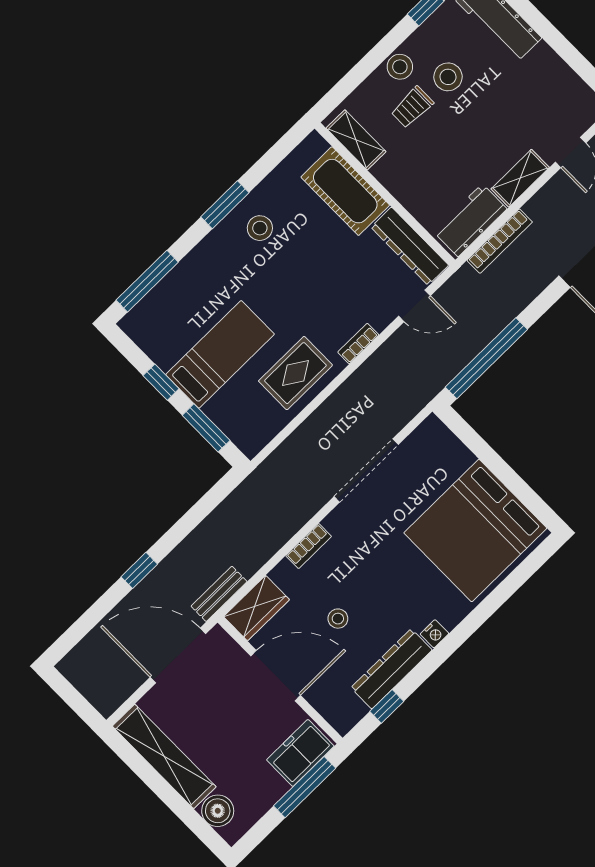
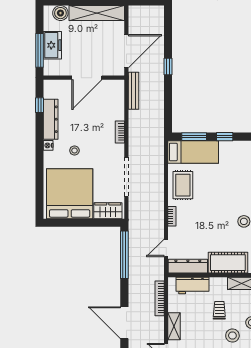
trolley: (412, 107) -> (219, 310), moved
workbench: (470, 220) -> (193, 286), moved, turned 90
bed: (220, 354) -> (193, 152), moved, turned -90
bench: (219, 594) -> (133, 91), width x1.36
wardrobe: (257, 608) -> (108, 211), moved, turned 90
stool: (338, 619) -> (74, 150), moved
freezer: (300, 753) -> (52, 45), moved

